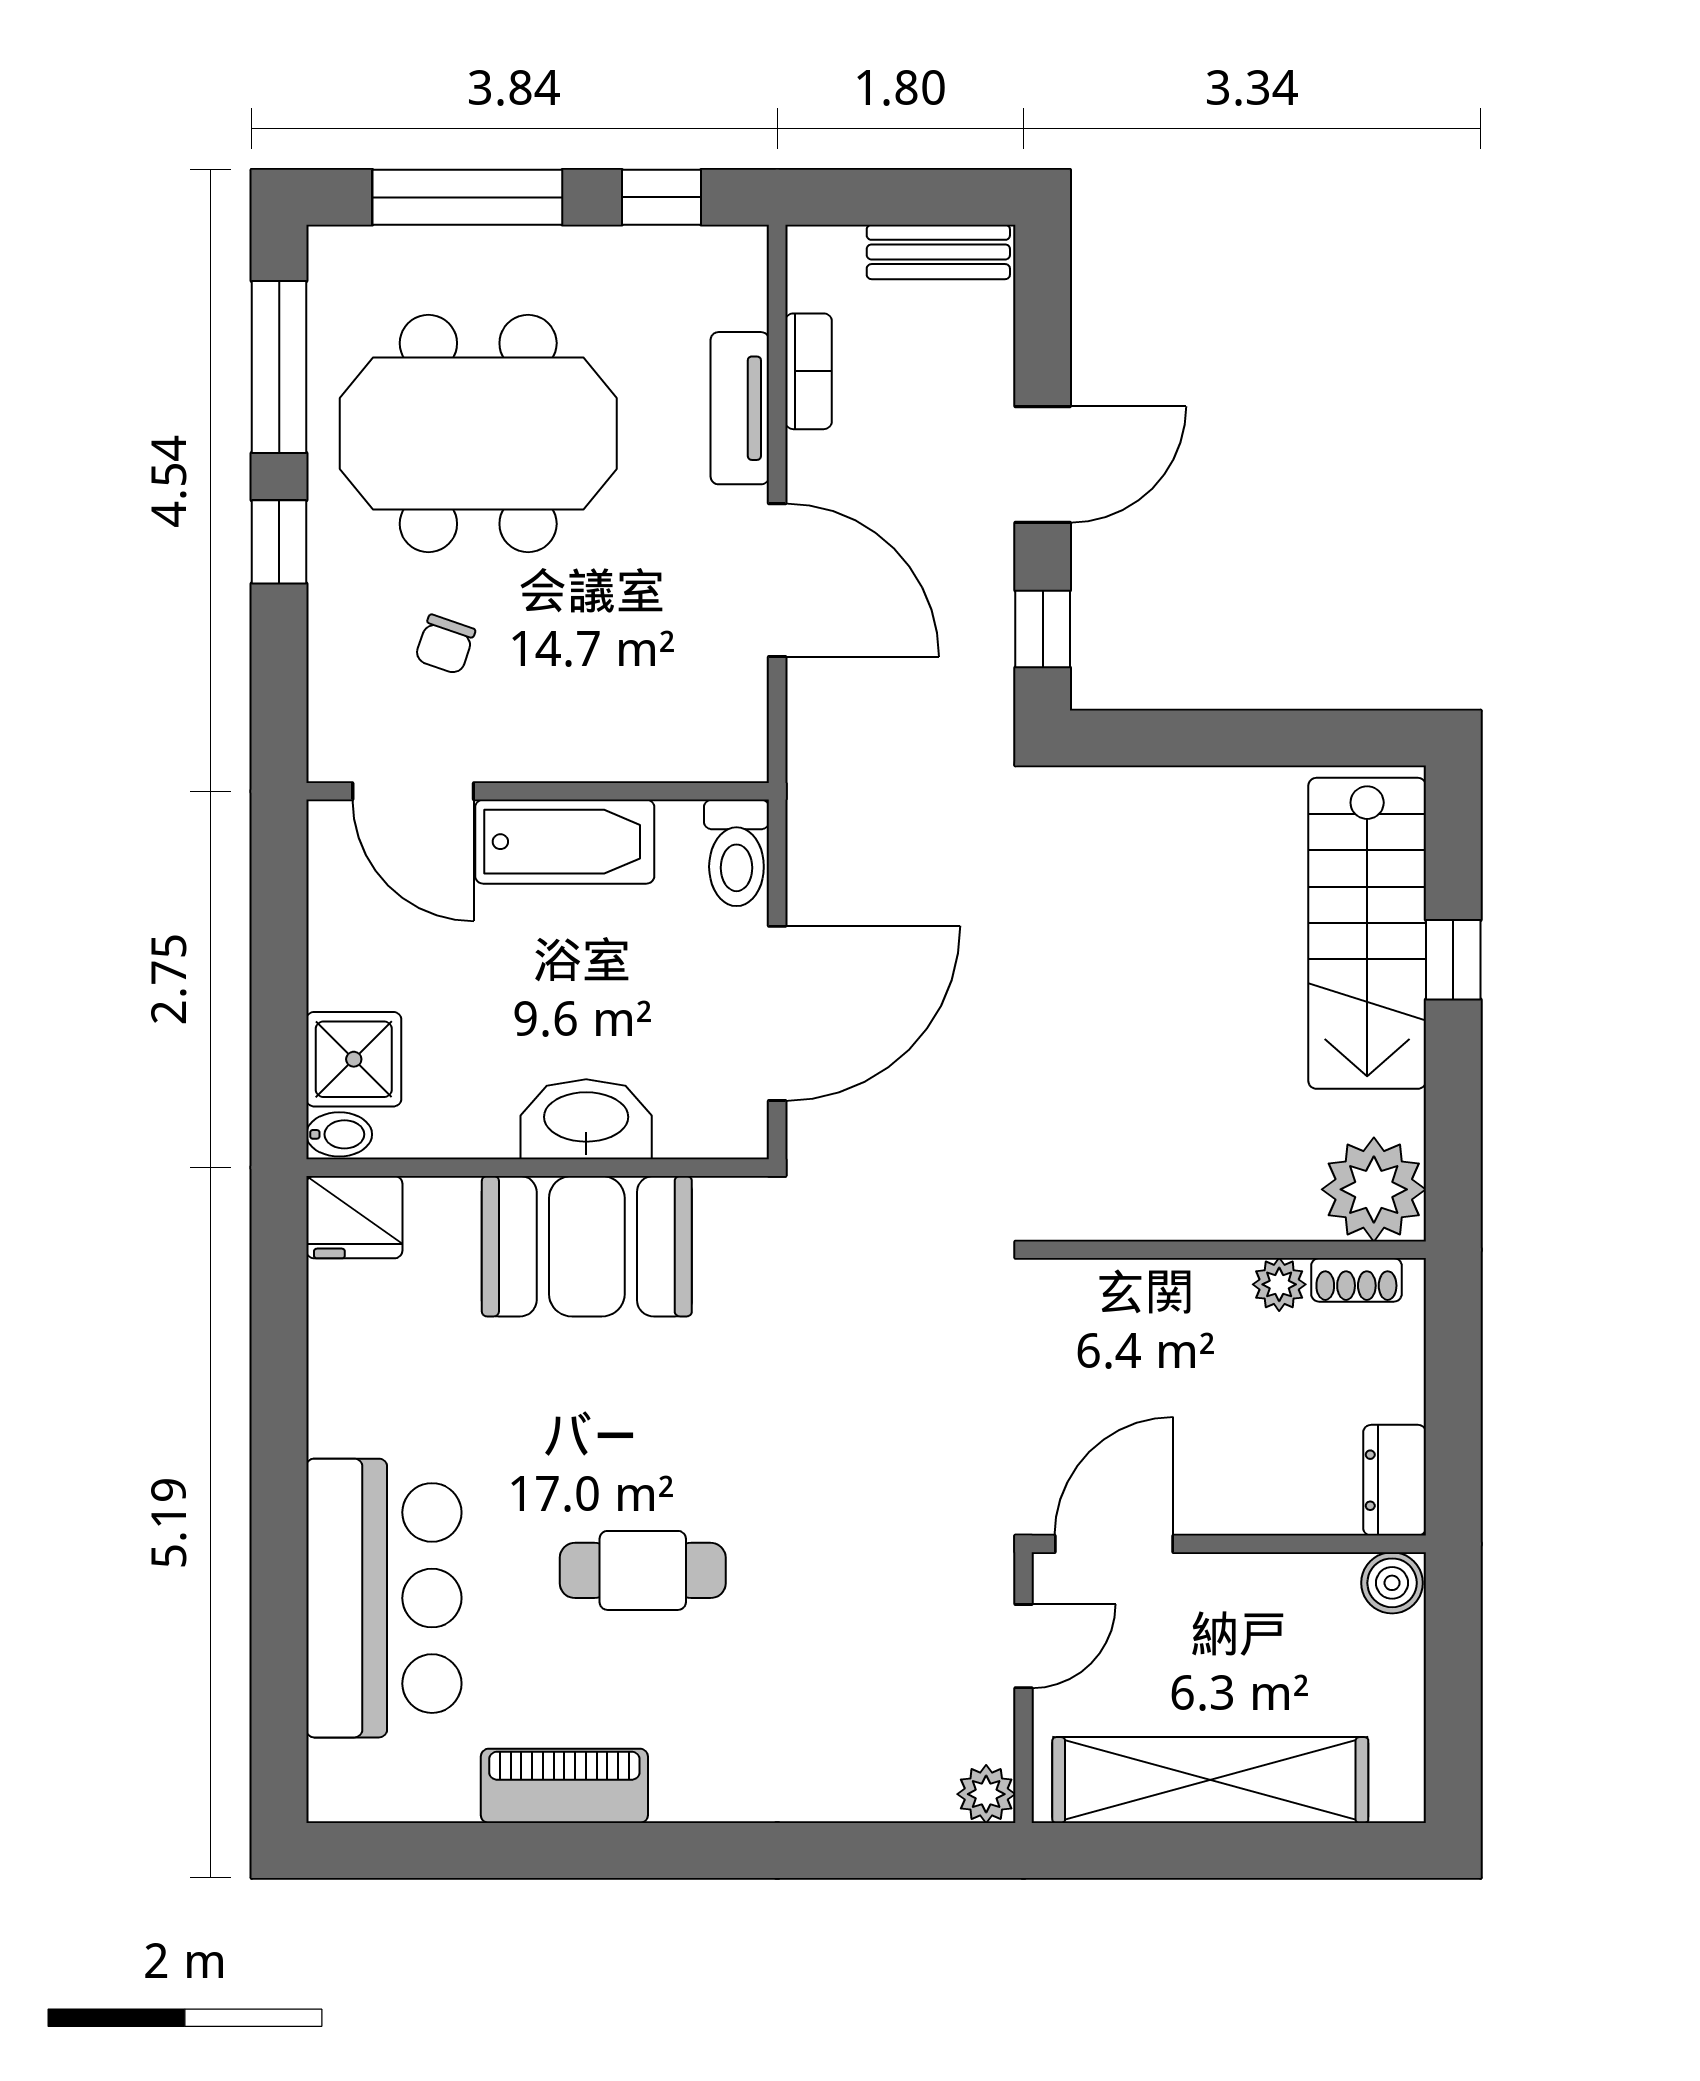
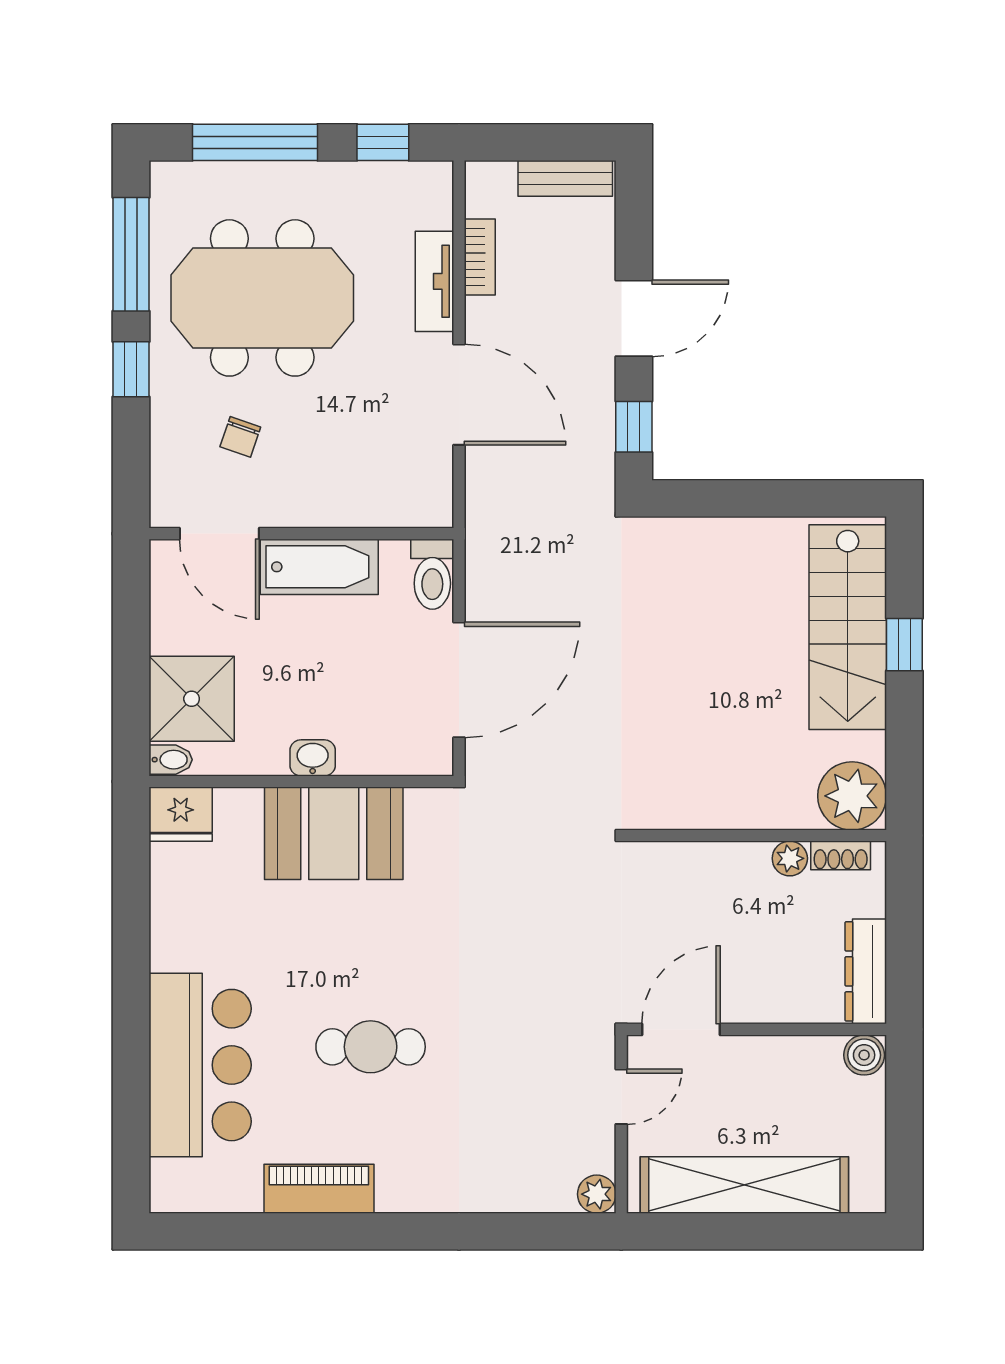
shower: (354, 1059) -> (192, 699), width x1.36, depth x1.36
washbasin: (586, 1119) -> (313, 758), width x0.52, depth x0.69
dresser: (1395, 1480) -> (866, 971), width x1.44

